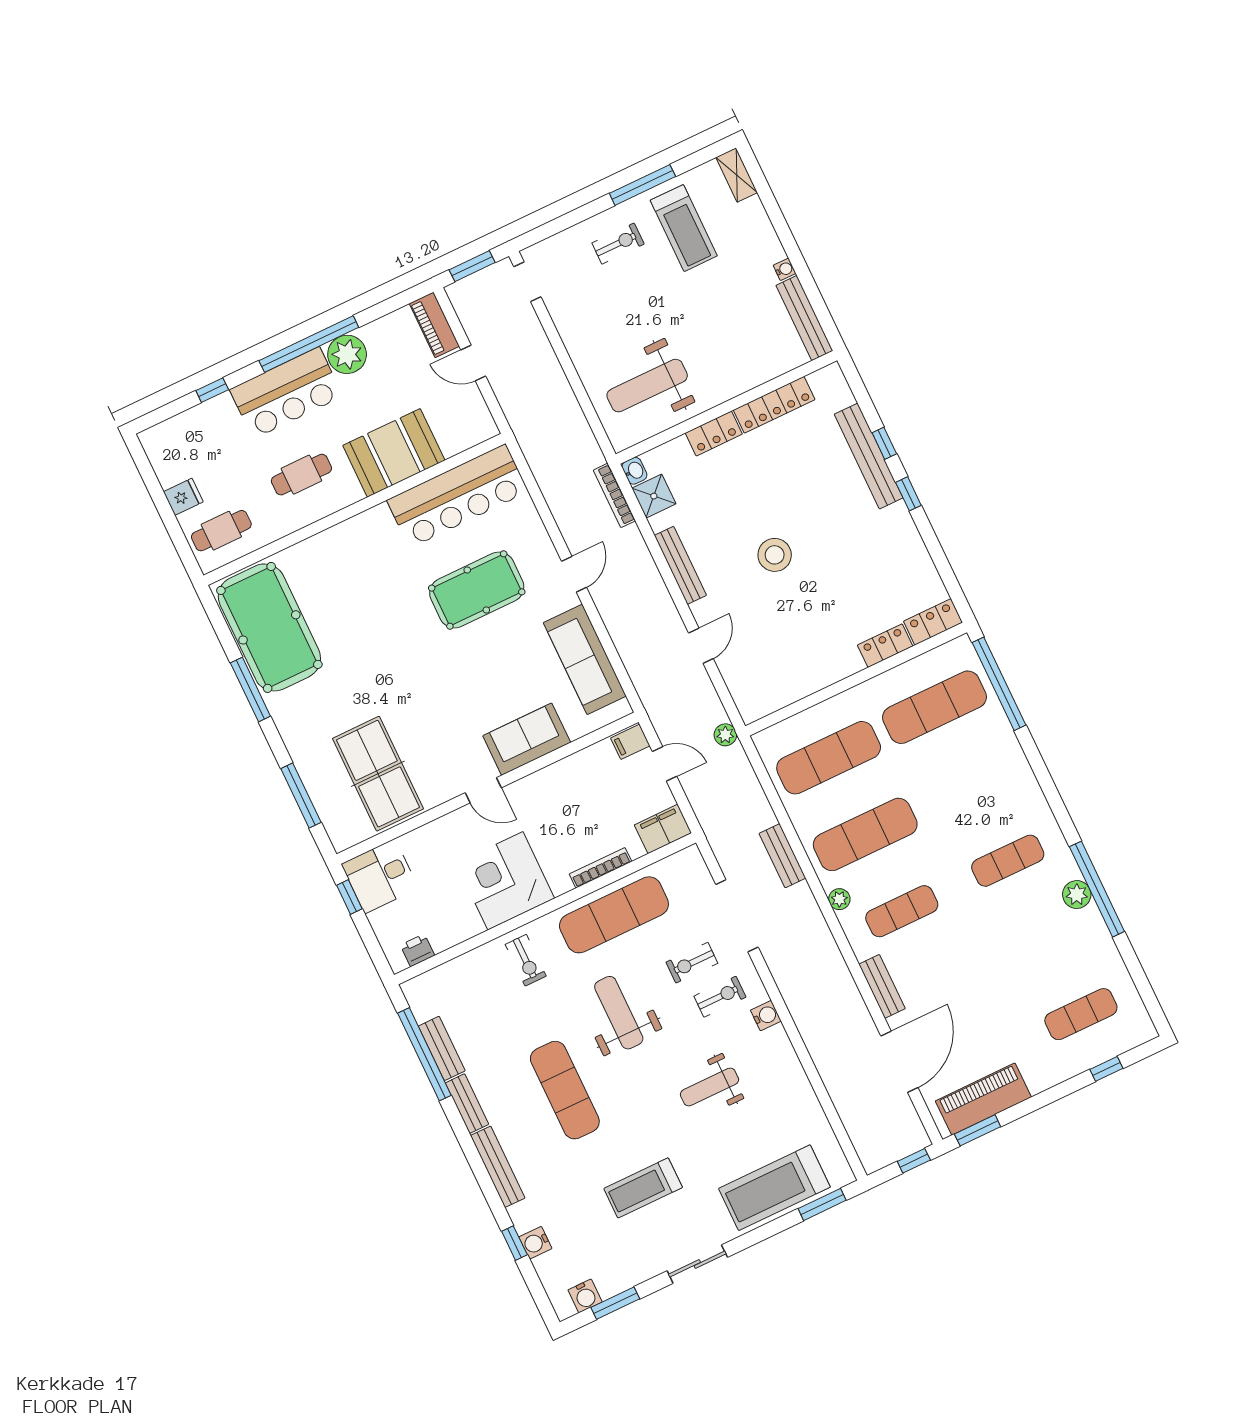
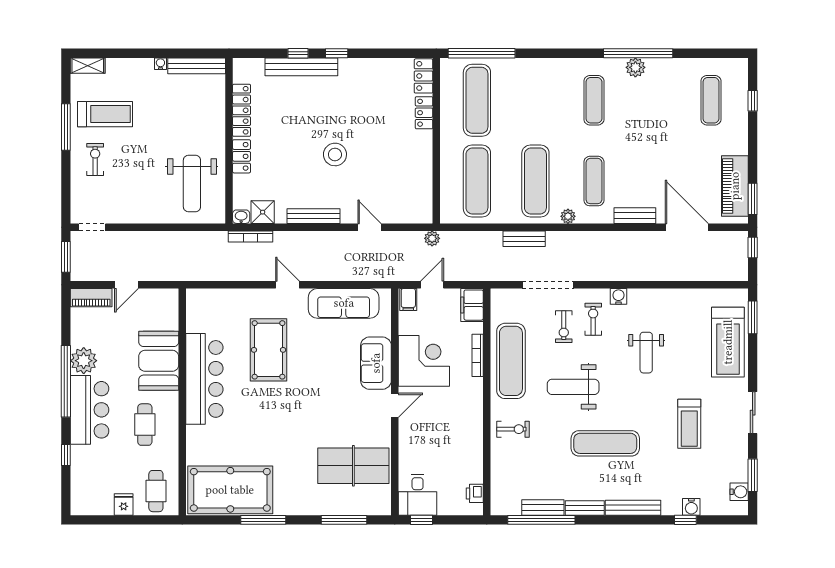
bar counter: (458, 496) -> (204, 379), moved
corner desk: (505, 881) -> (424, 361), moved, turned 180

